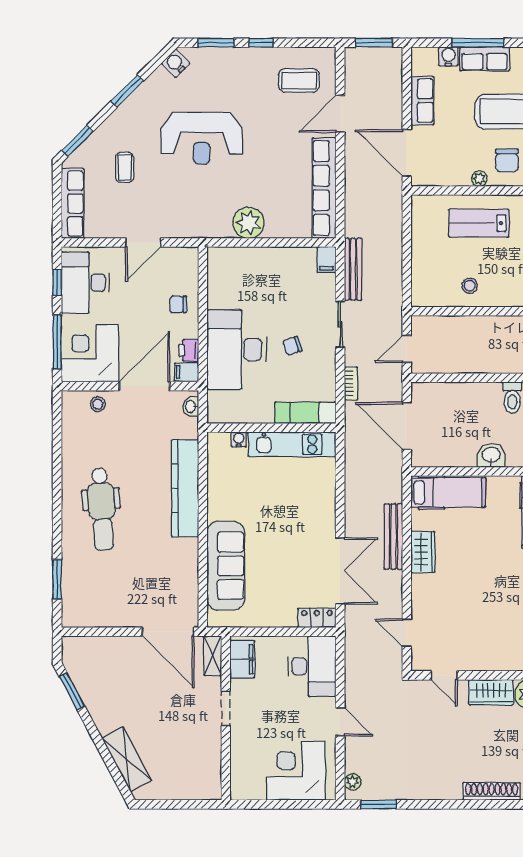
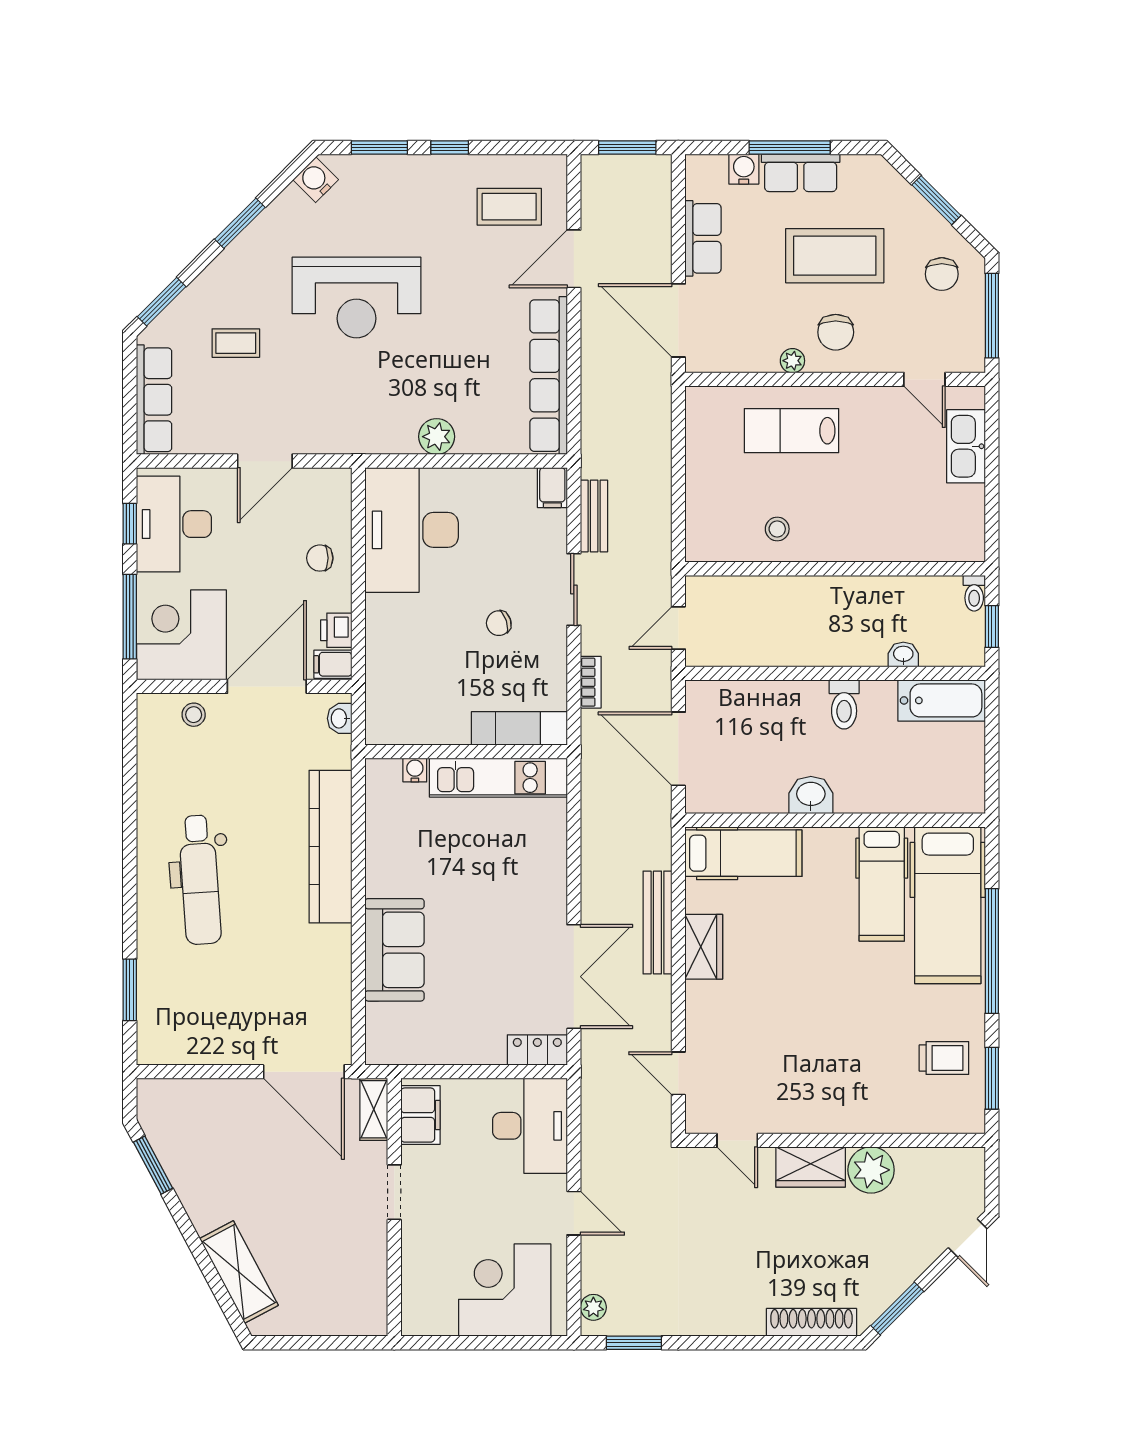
coffee table: (125, 167) -> (236, 343), turned 90
plant: (249, 223) -> (437, 437), width x0.73, depth x0.73
bench: (353, 269) -> (594, 516), width x0.73
desk: (237, 350) -> (412, 530), moved
sofa: (226, 566) -> (394, 950), width x0.73

